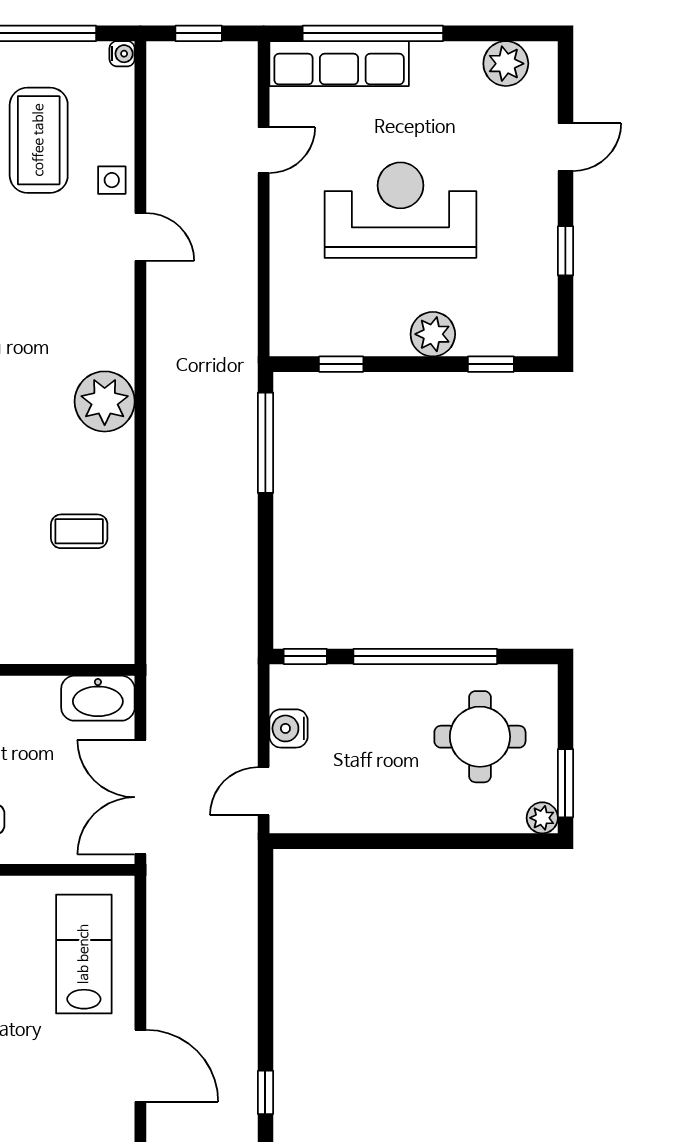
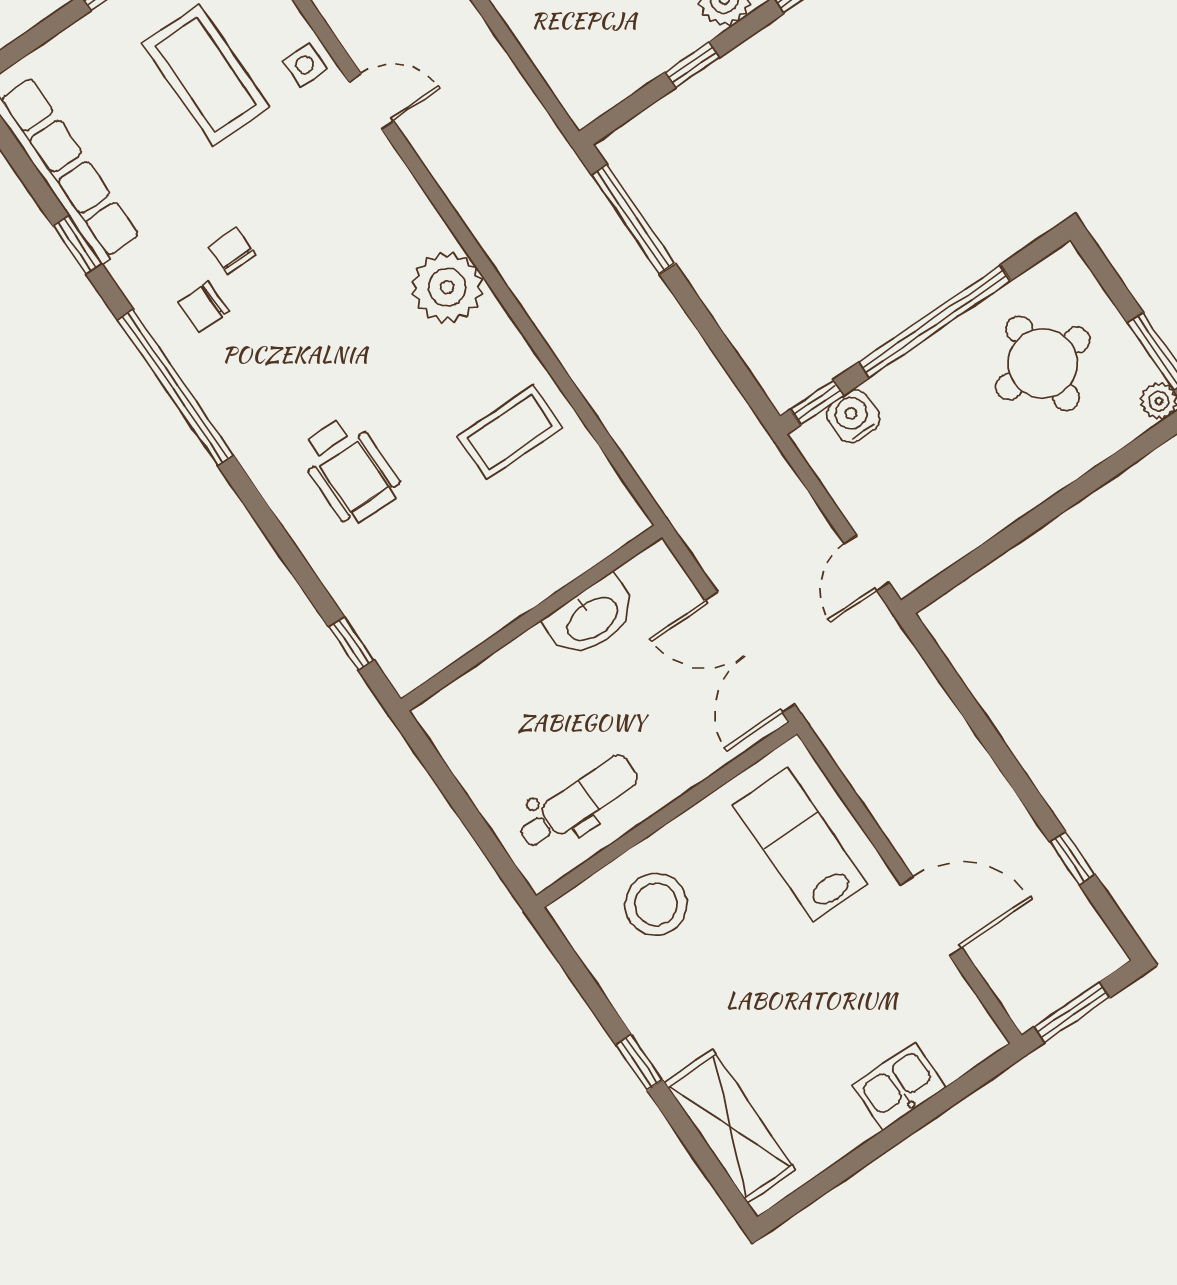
window: (341, 364) -> (692, 65), moved
coffee table: (79, 531) -> (510, 432), width x1.36, depth x1.30
washbasin: (98, 698) -> (591, 618), moved
water cooler: (288, 728) -> (853, 416), moved, turned 90

